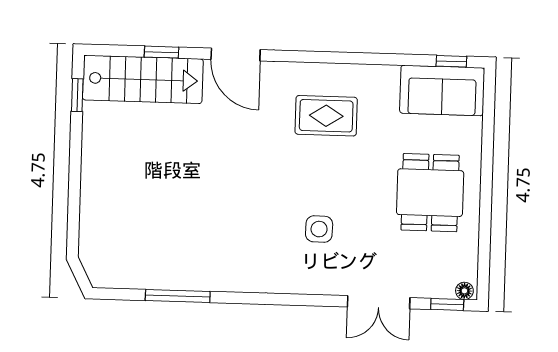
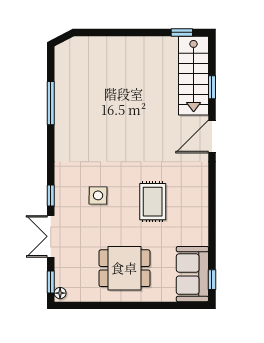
rug: (326, 116) -> (153, 202), moved
window: (317, 300) -> (51, 195), added

